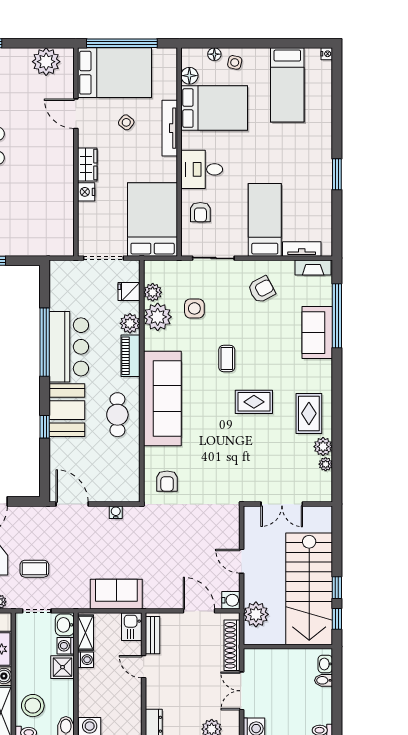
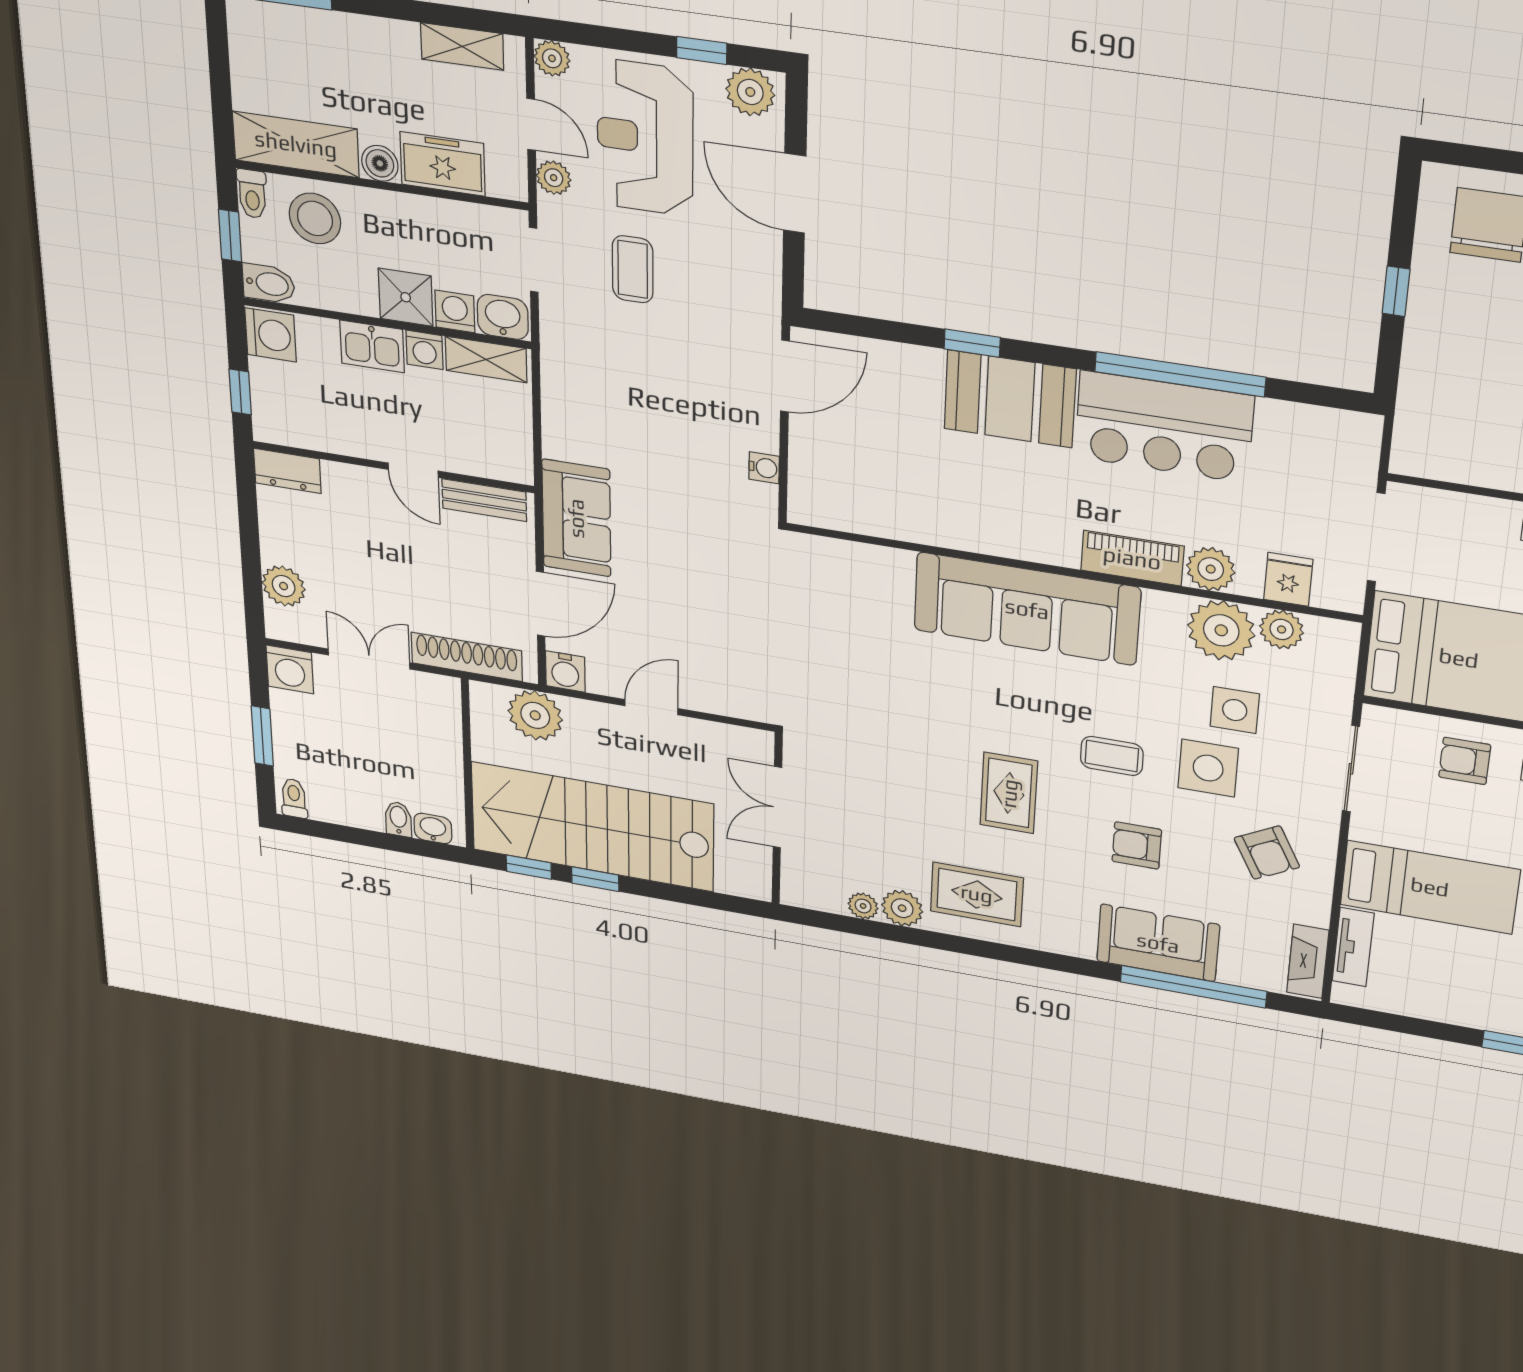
side table: (225, 317) -> (1208, 768), added
cafe table: (117, 415) -> (993, 508), removed
armchair: (167, 481) -> (1137, 845), moved
sofa: (116, 594) -> (576, 518), moved
kitchen sink: (132, 627) -> (372, 346), moved, turned 180
door: (144, 667) -> (413, 470), swing flipped

